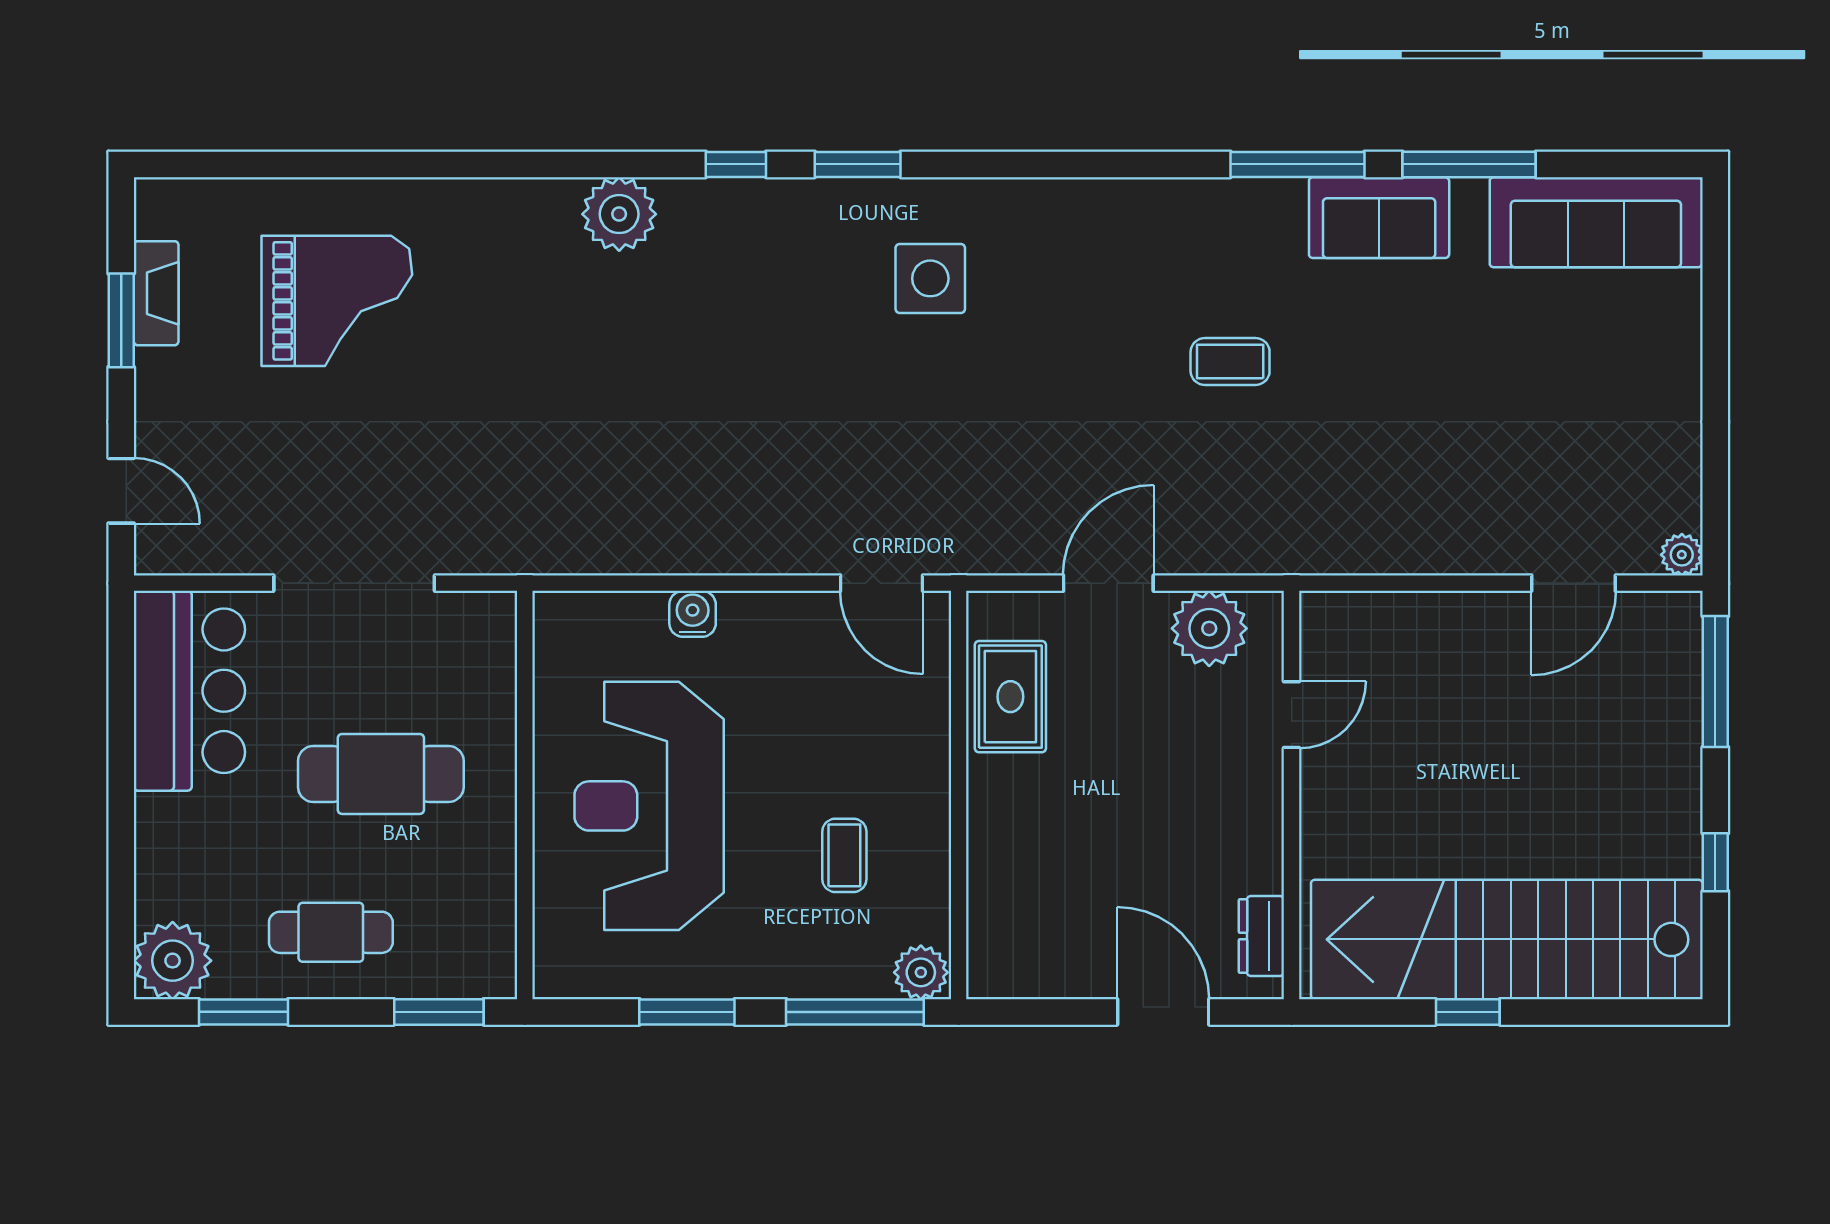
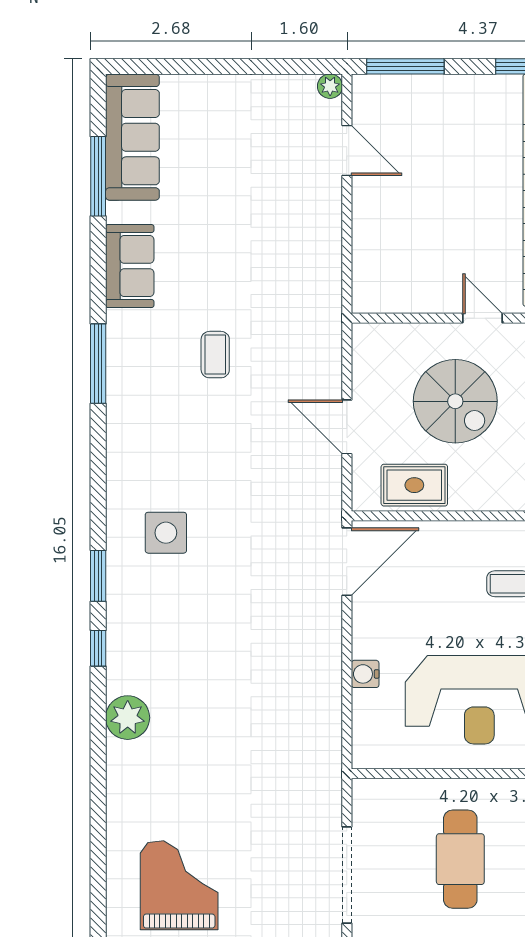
window: (1297, 164) -> (98, 364), moved
window: (1469, 164) -> (98, 176), moved
door: (882, 583) -> (347, 562), width x1.36
plant: (1209, 628) -> (374, 367), removed
door: (1292, 715) -> (483, 318), moved
spiral stairs: (1152, 766) -> (455, 401), added

